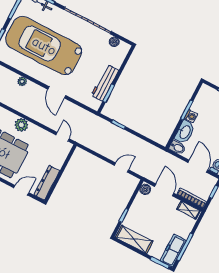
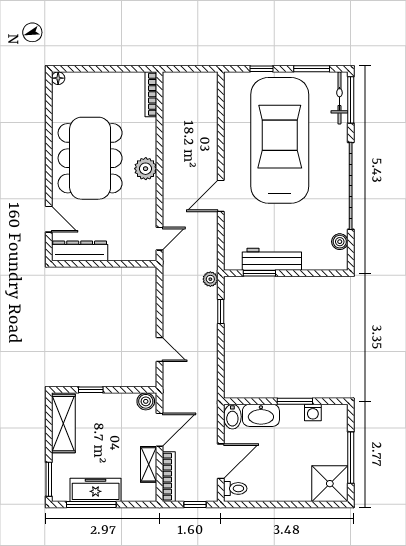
plant: (22, 81) -> (210, 279), moved
washing machine: (191, 116) -> (313, 412), moved
shelving: (188, 210) -> (149, 464), moved
freezer: (173, 251) -> (96, 490), moved

